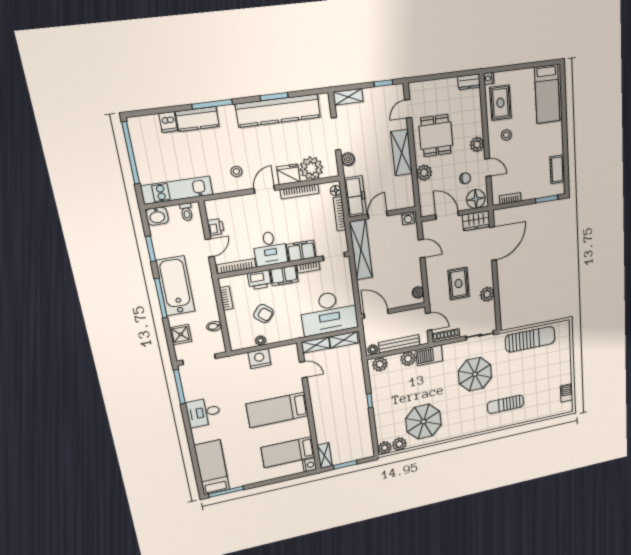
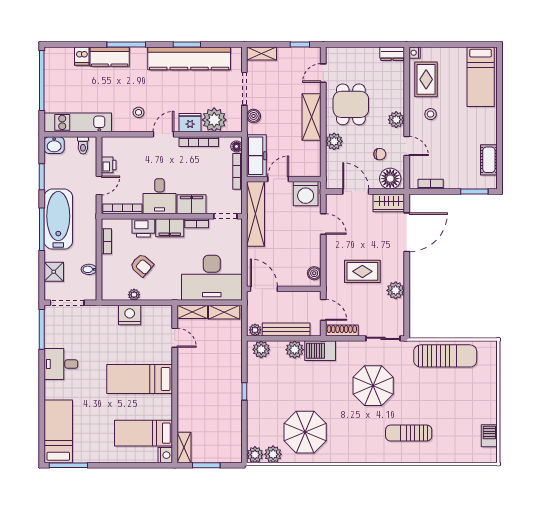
washing machine: (408, 218) -> (306, 194), width x1.89, depth x1.89
rug: (459, 284) -> (362, 271), turned 90

